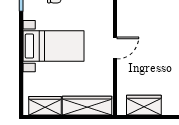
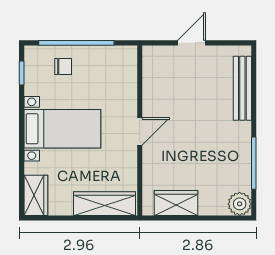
wardrobe: (45, 106) -> (36, 195), moved, turned 90

